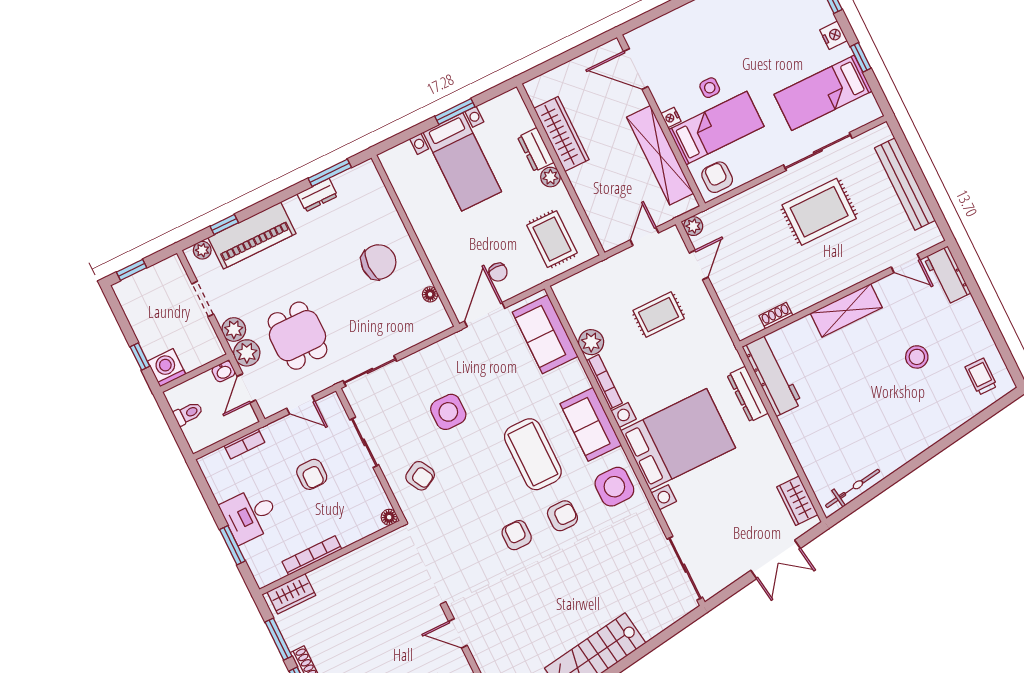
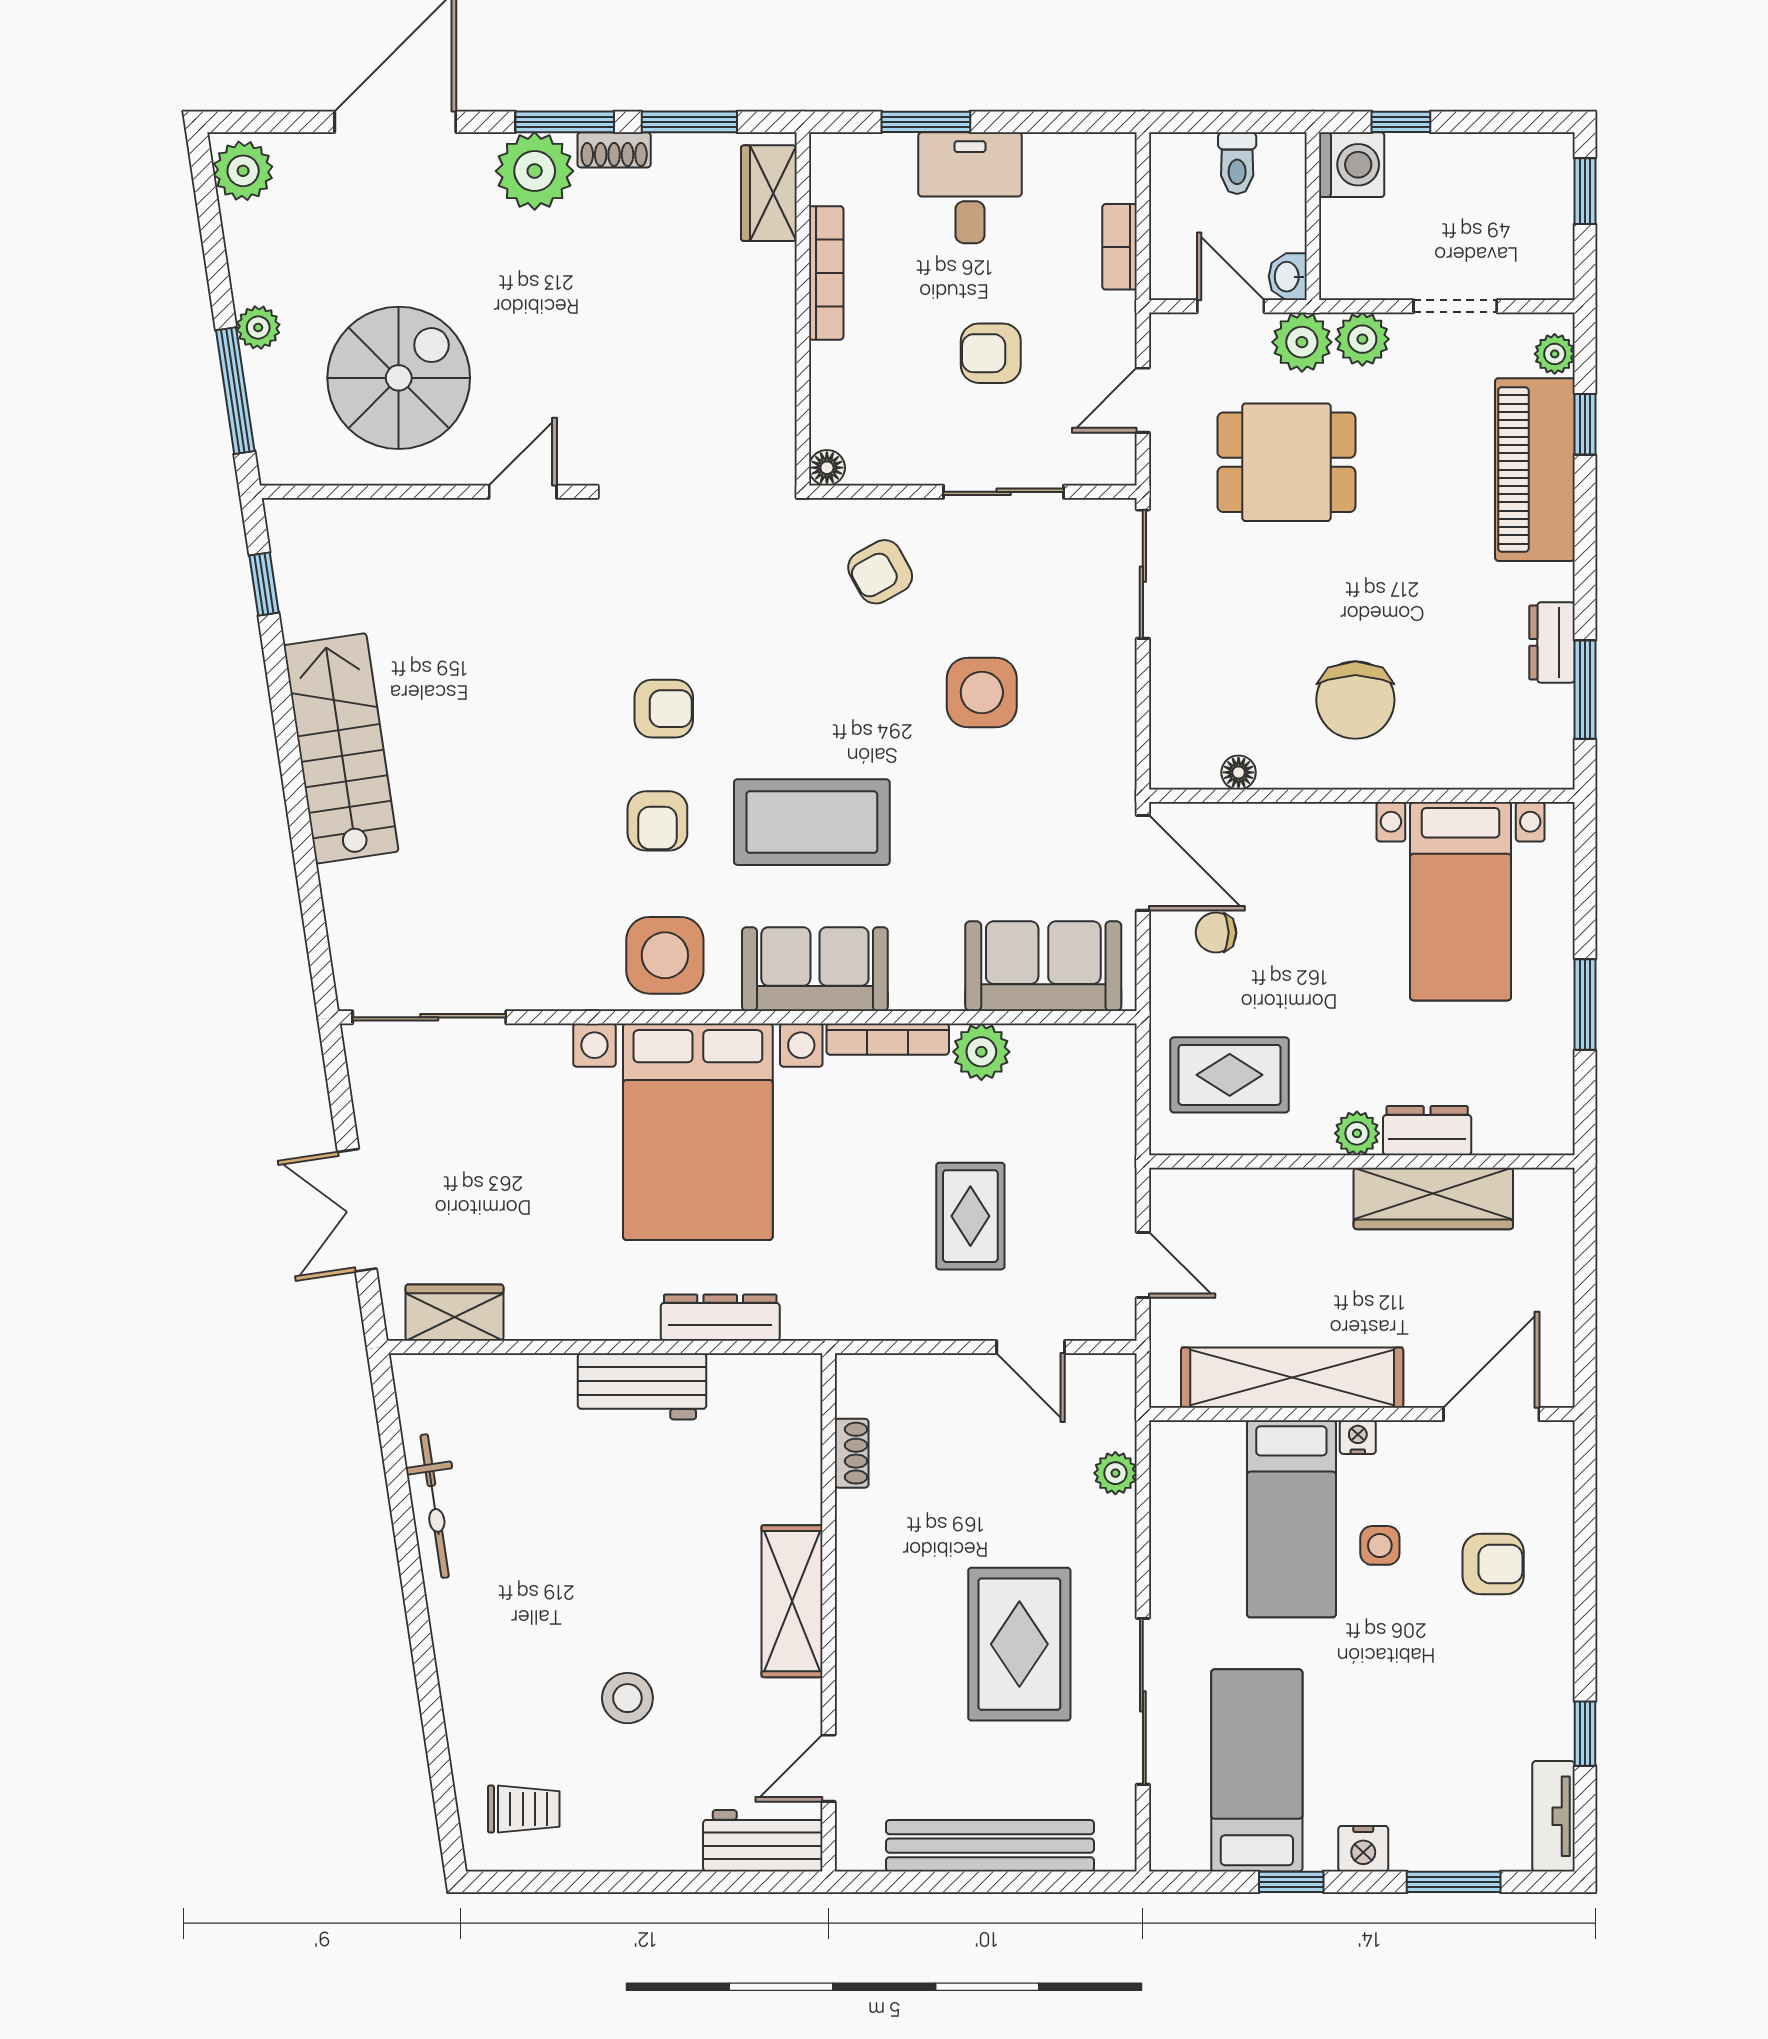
bed with nightstands: (462, 162) -> (1461, 901), moved, turned -90
armchair: (717, 177) -> (1493, 1564), moved
plant: (693, 226) -> (1115, 1473), moved
workbench: (772, 375) -> (642, 1386), moved, width x0.73
bicycle: (853, 488) -> (435, 1506), moved

